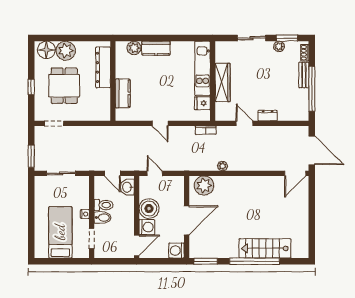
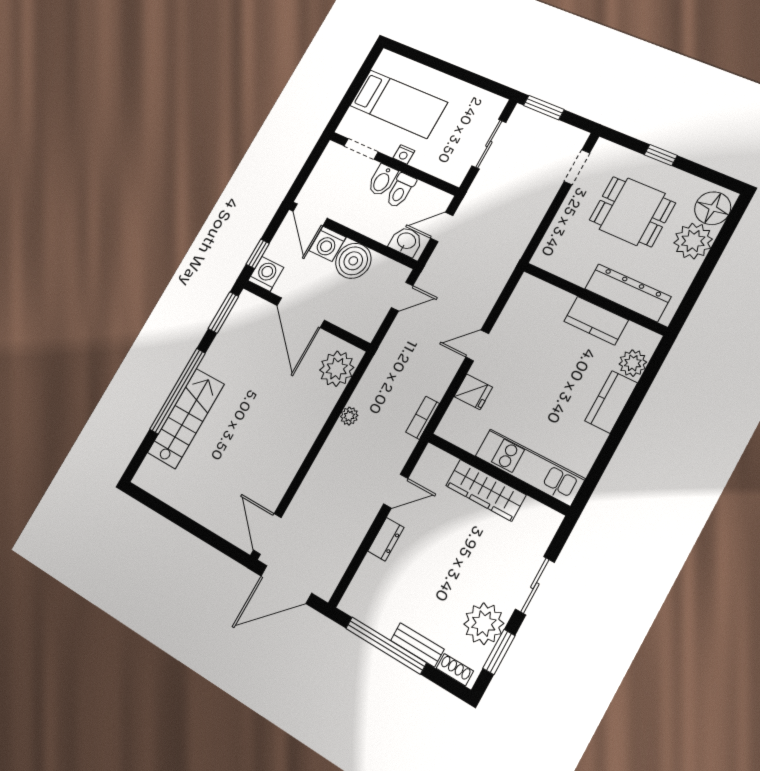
plant: (279, 46) -> (484, 624), width x1.87, depth x1.87
kitchen counter: (123, 93) -> (596, 321), moved
fridge: (202, 103) -> (473, 392), moved, turned 90
window: (169, 261) -> (258, 254), added

